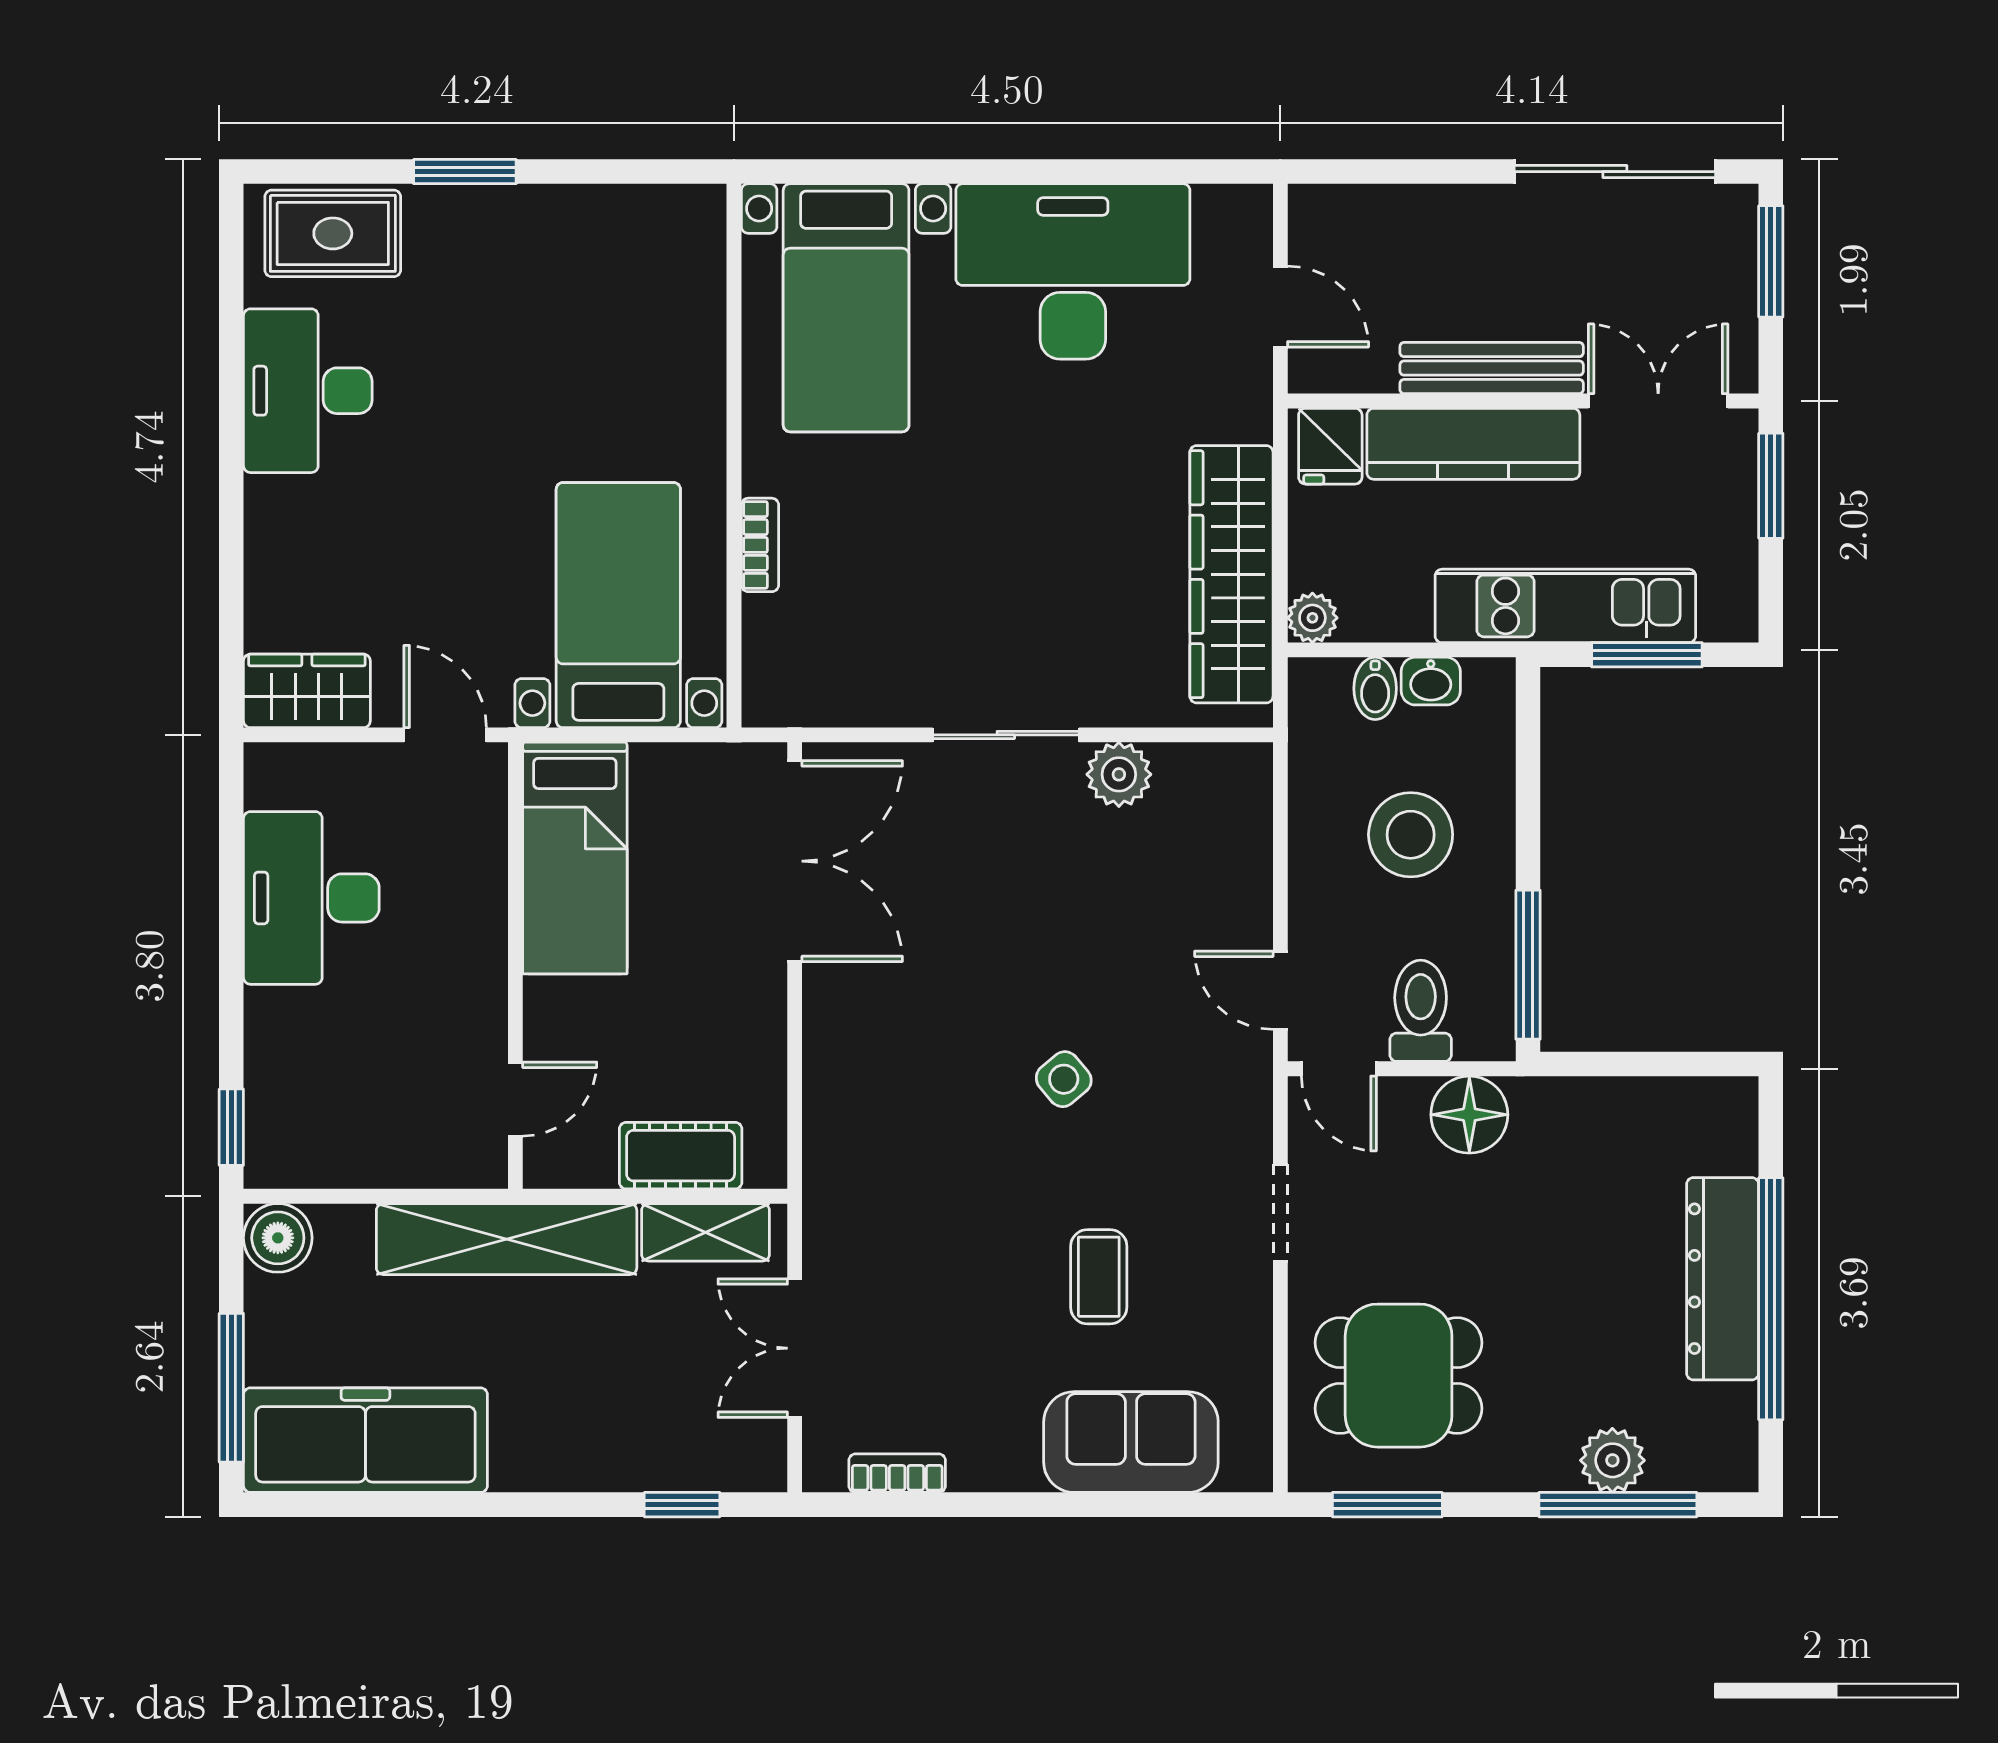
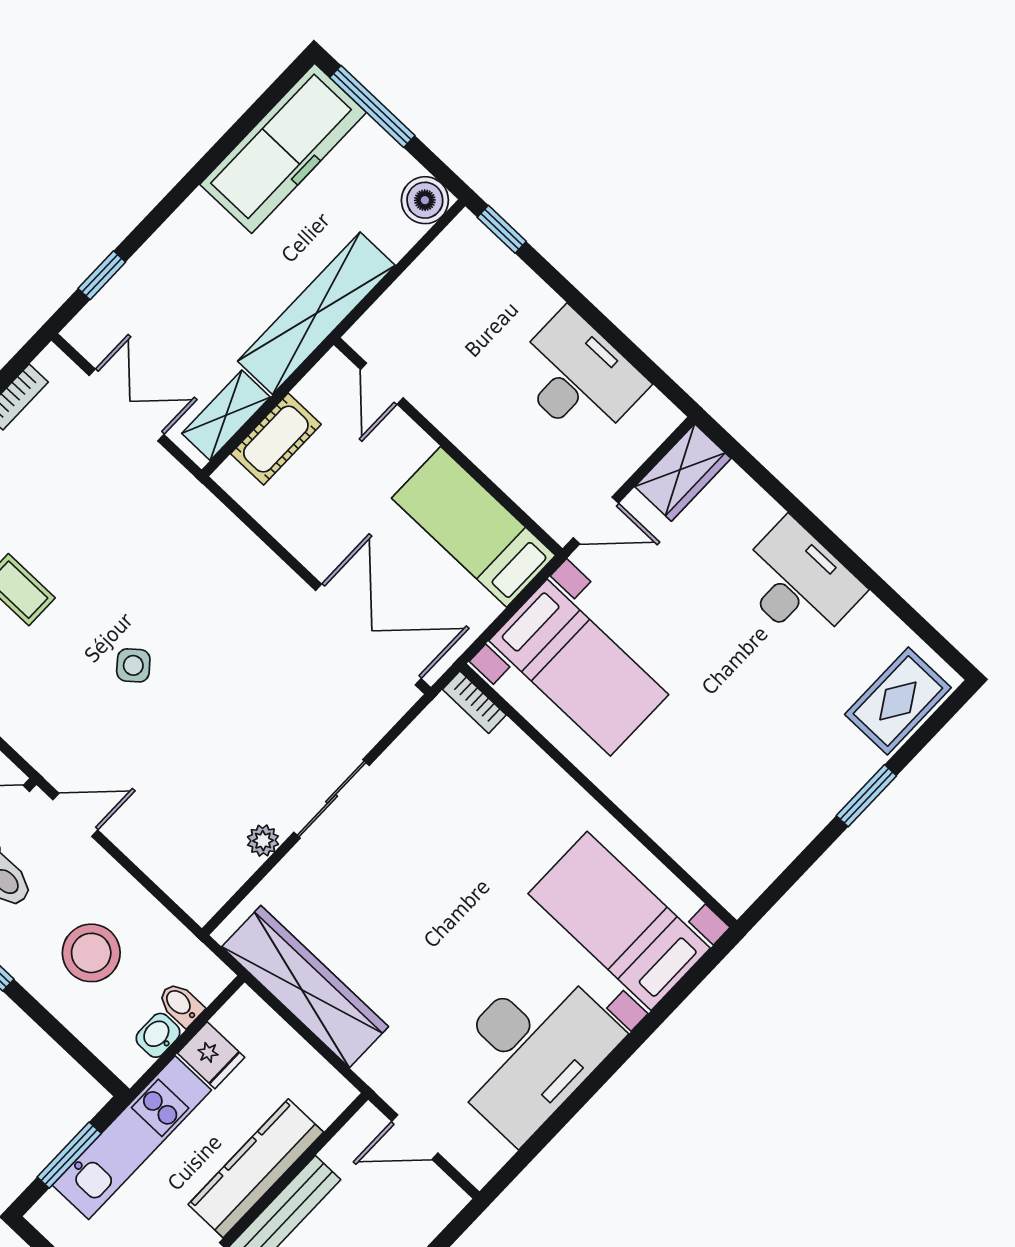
desk: (308, 391) -> (798, 583), moved
fridge: (1330, 446) -> (211, 1055), moved, turned 180
bookcase: (760, 545) -> (474, 702), moved
plant: (1312, 618) -> (245, 1006), removed
plant: (1119, 774) -> (263, 841), width x0.73, depth x0.73
double door: (795, 861) -> (368, 634), swing flipped

